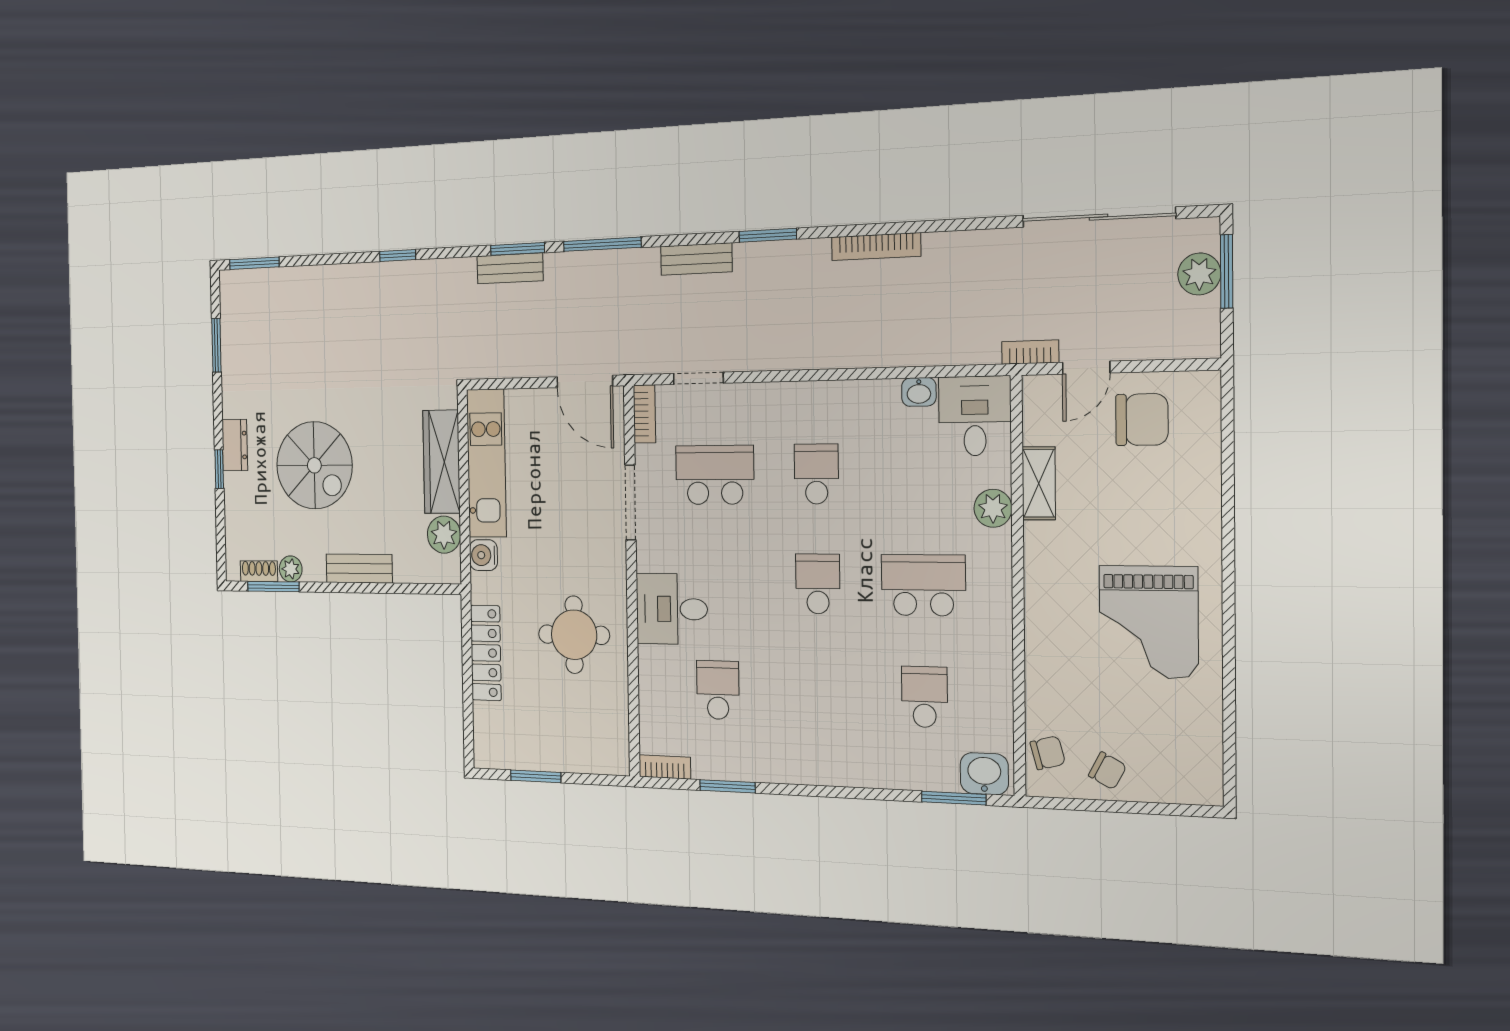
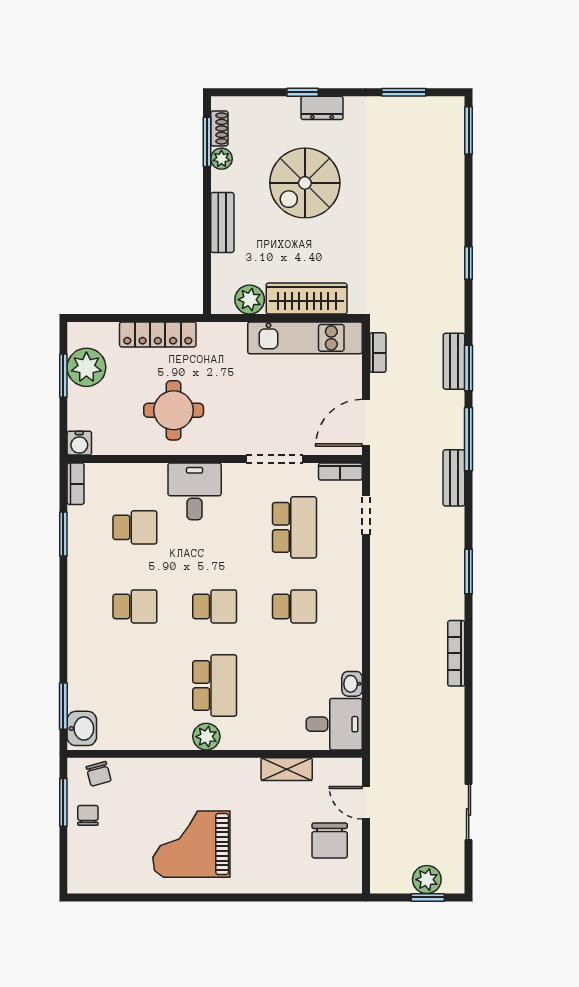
sliding door: (1098, 217) -> (469, 812), width x0.54
bench: (696, 259) -> (454, 478), moved
window: (1227, 271) -> (428, 897), width x0.67
bookcase: (1030, 352) -> (378, 353), moved
plant: (993, 508) -> (206, 737), moved
water cooler: (483, 555) -> (79, 443), moved, turned 180
school desk: (924, 697) -> (135, 606), moved
plant: (525, 746) -> (86, 367), added
chair: (1107, 771) -> (88, 815), turned 152
window: (1089, 805) -> (63, 802), added

